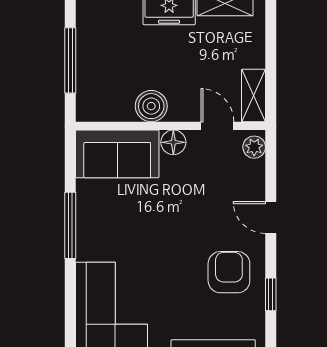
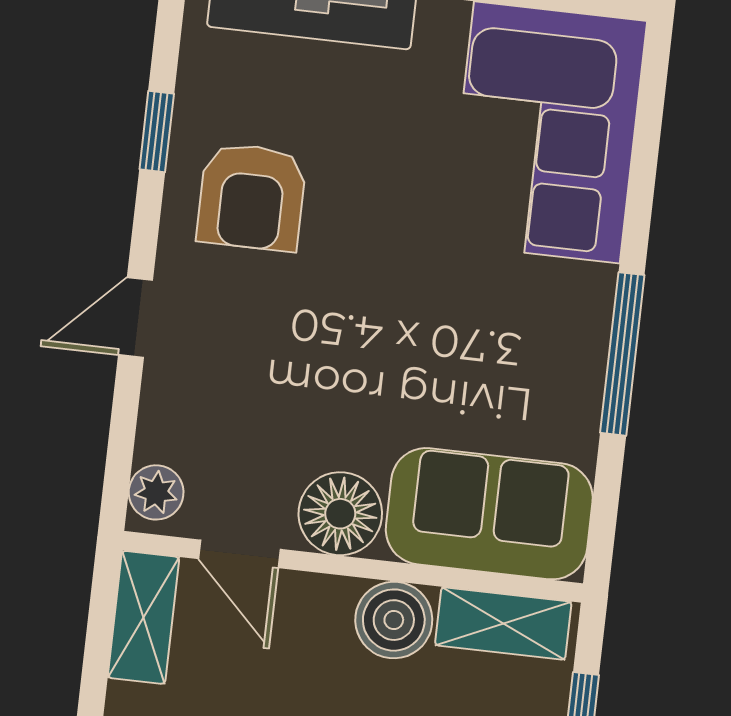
shelving: (106, 110) -> (503, 623), added
floor lamp: (173, 142) -> (340, 514), width x1.38, depth x1.38
door: (271, 217) -> (135, 318), swing flipped

